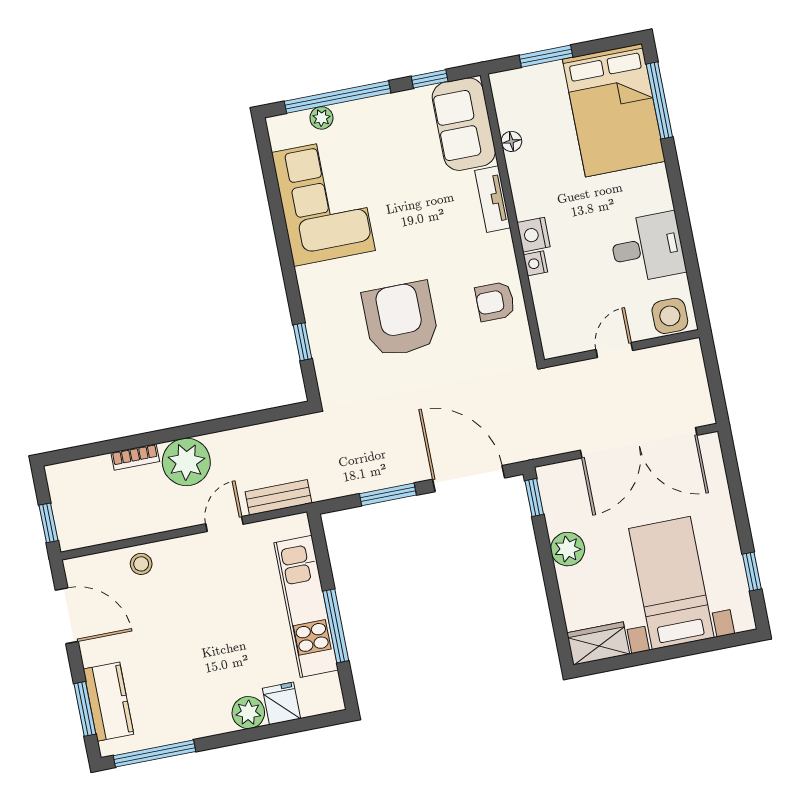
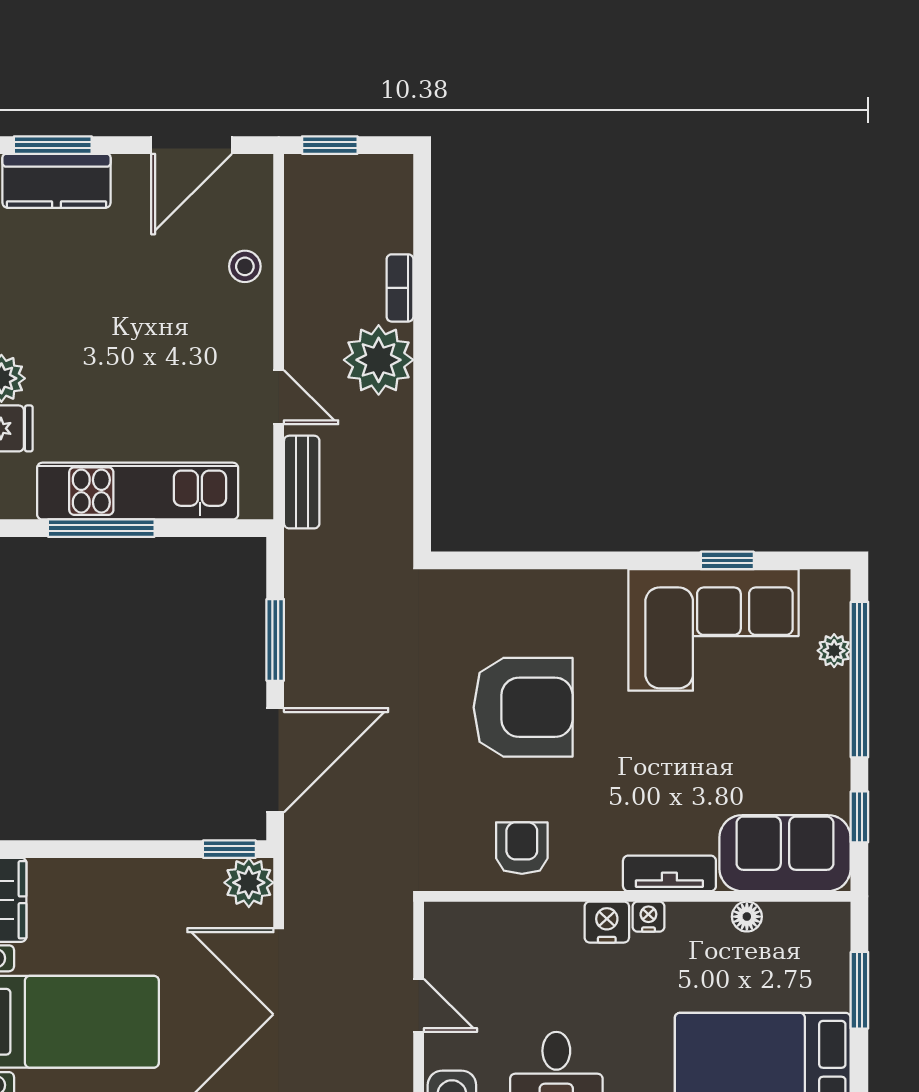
nightstand: (535, 263) -> (648, 917), moved
window: (303, 342) -> (727, 560), moved
plant: (568, 549) -> (249, 883), moved

